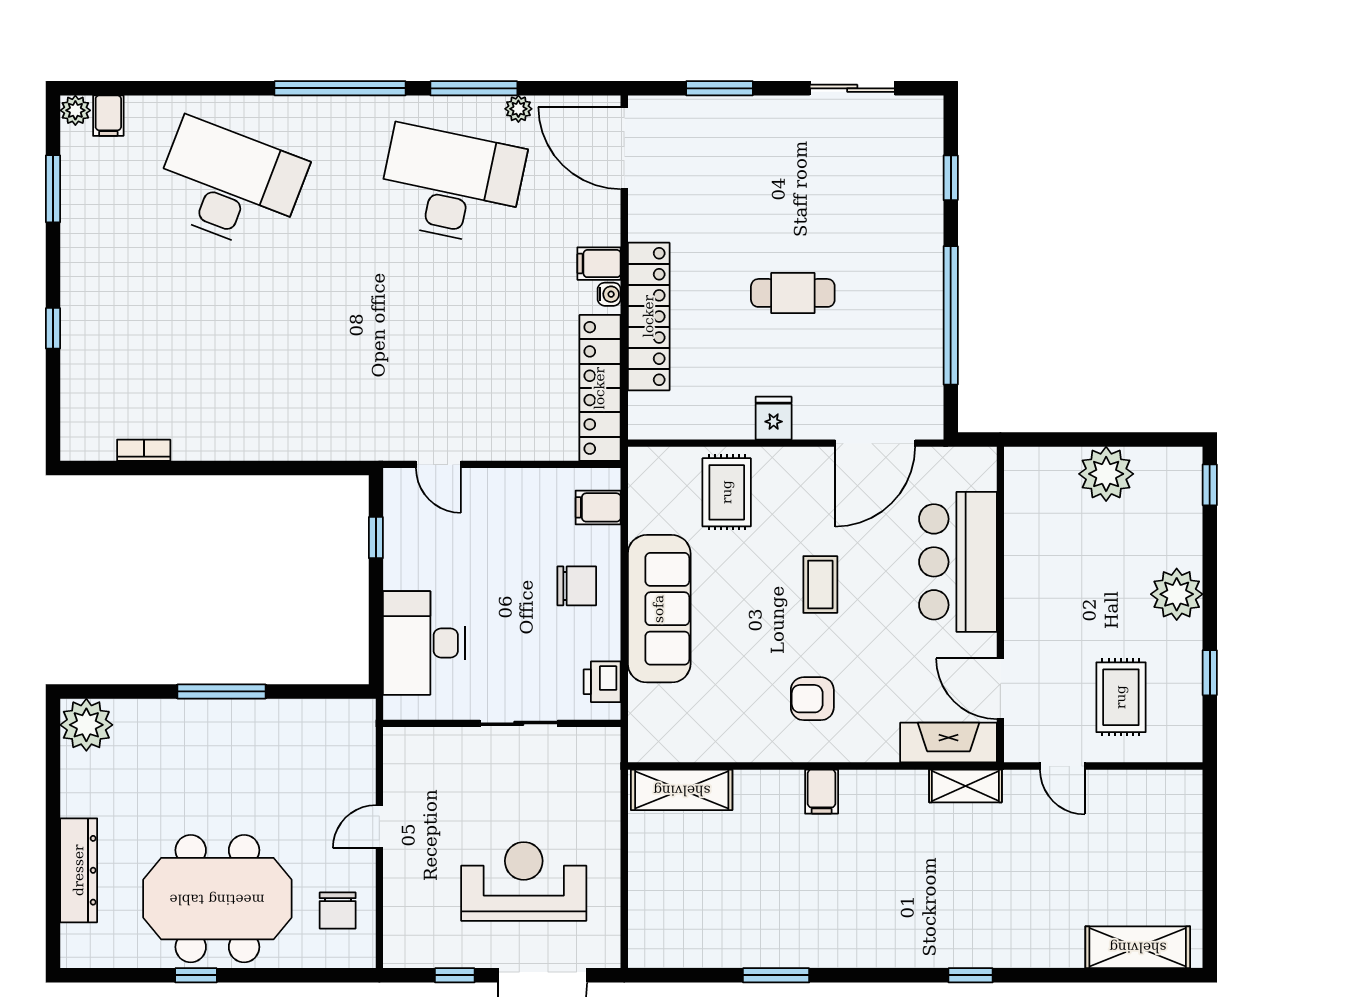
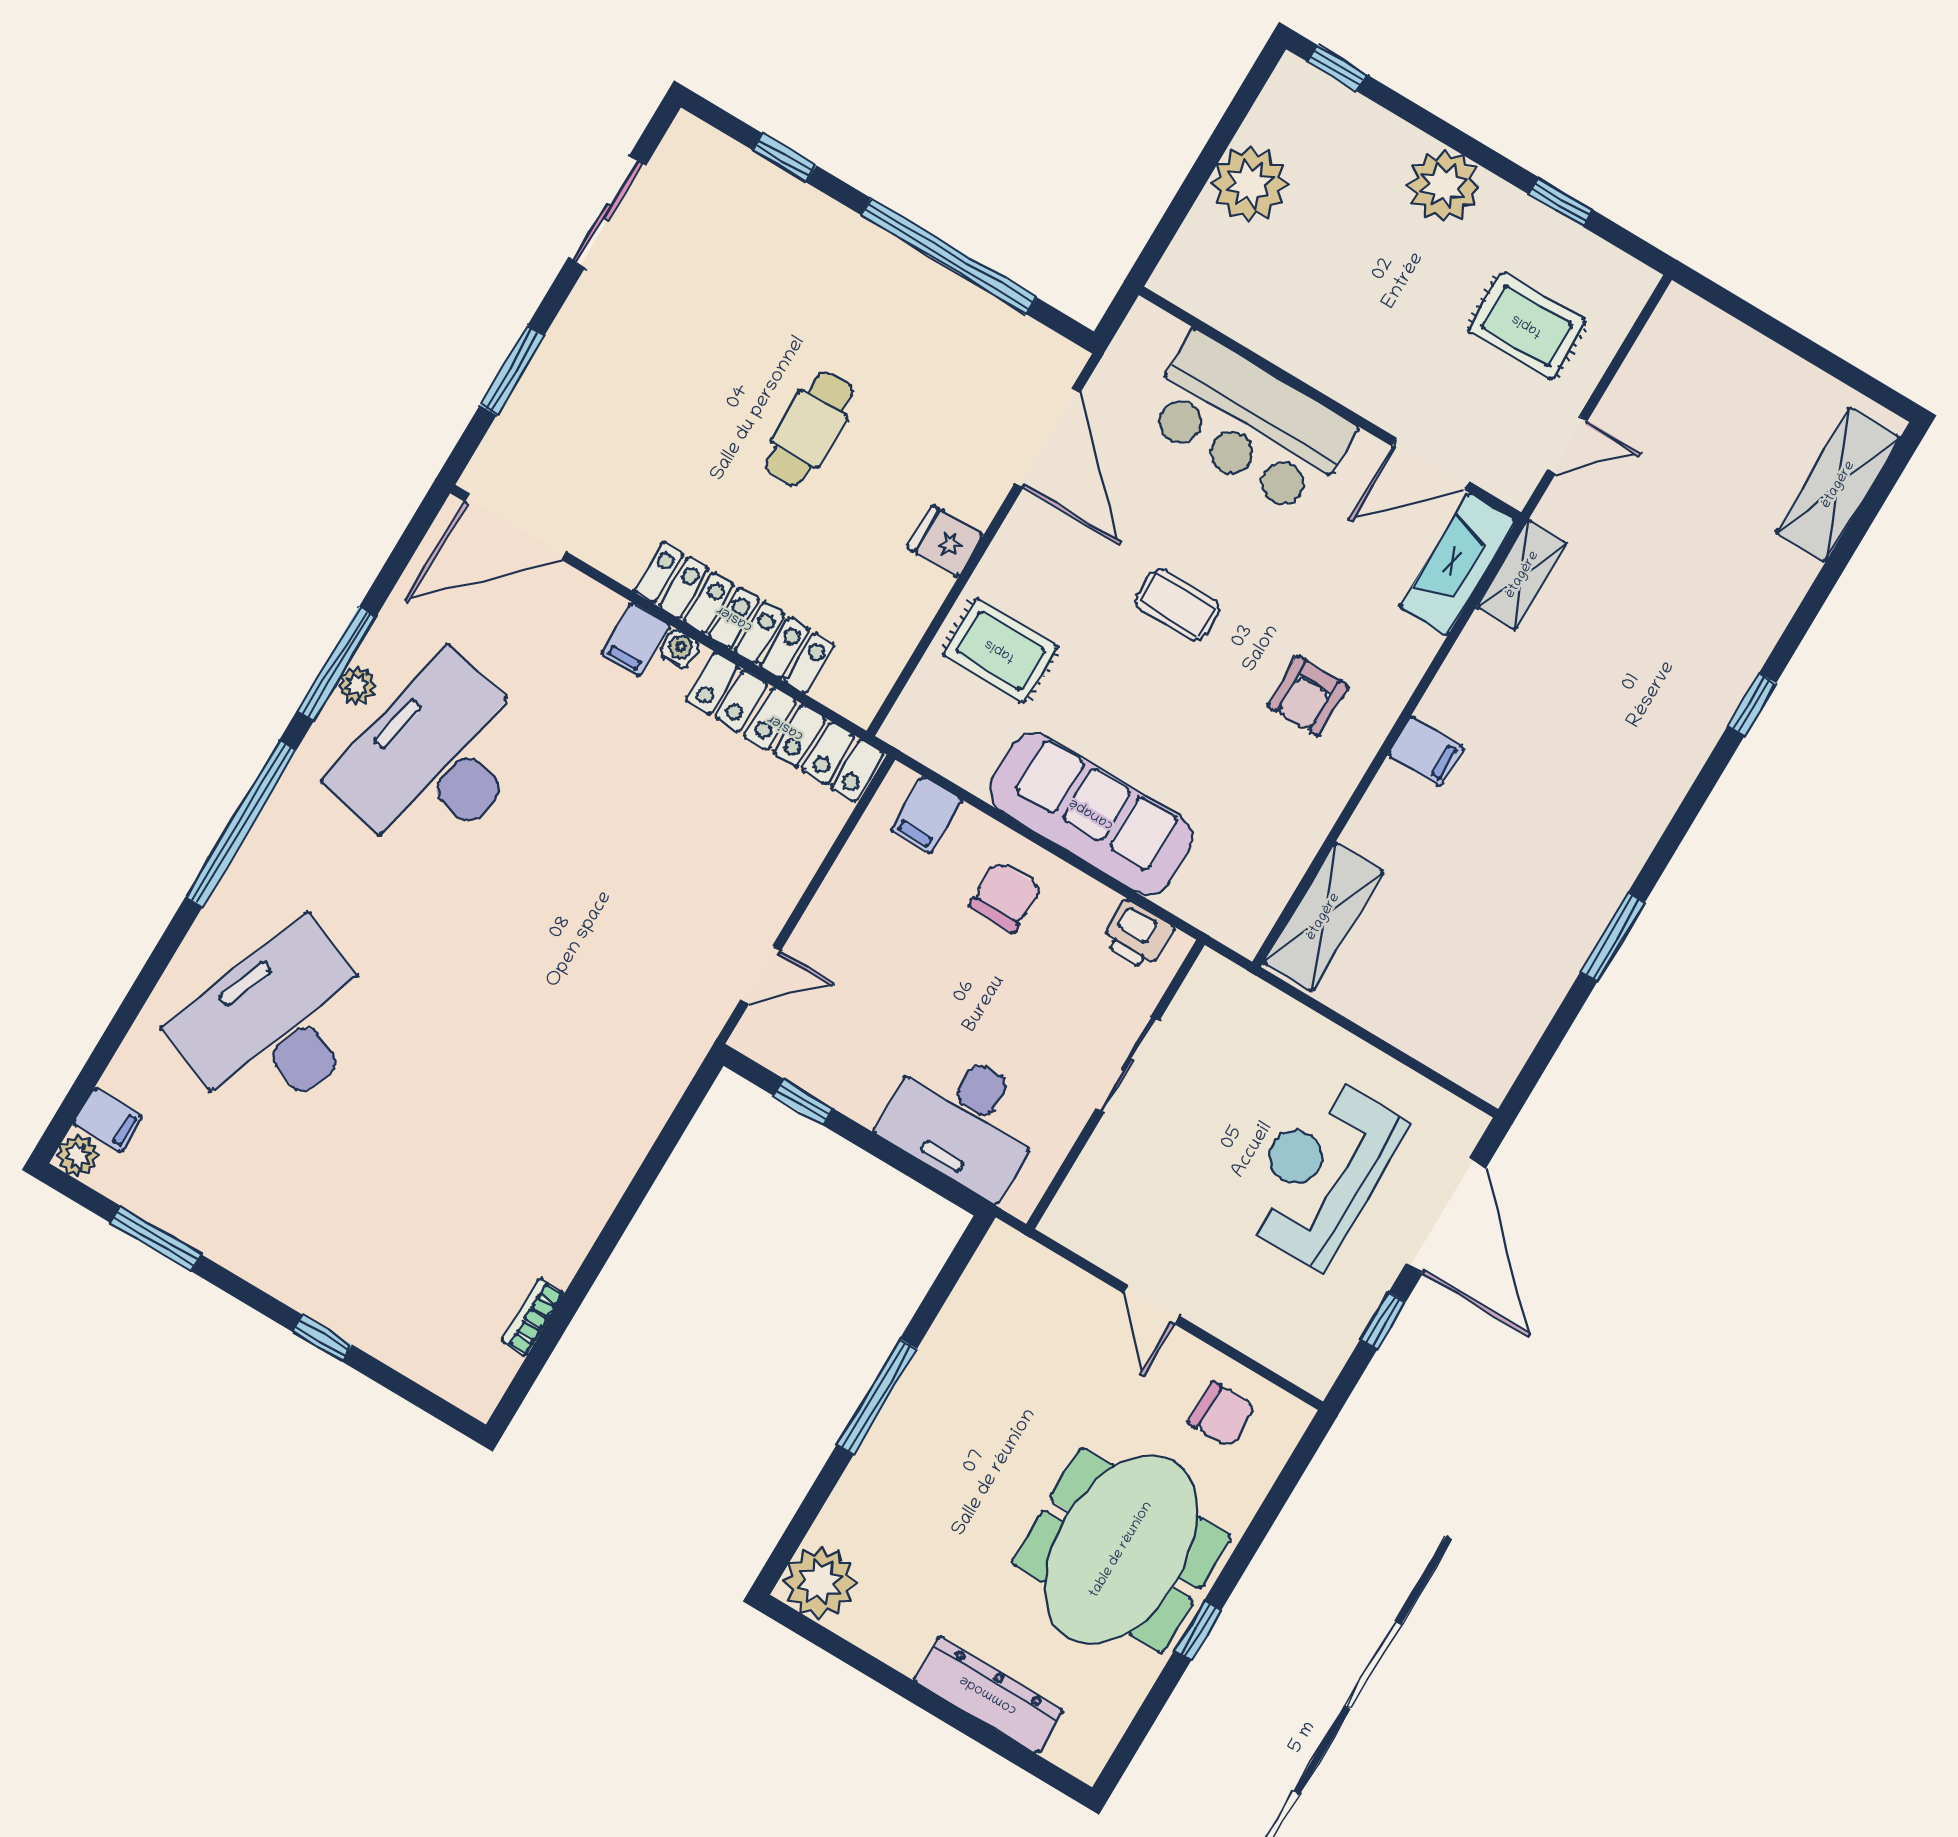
plant: (518, 109) -> (357, 685), moved

